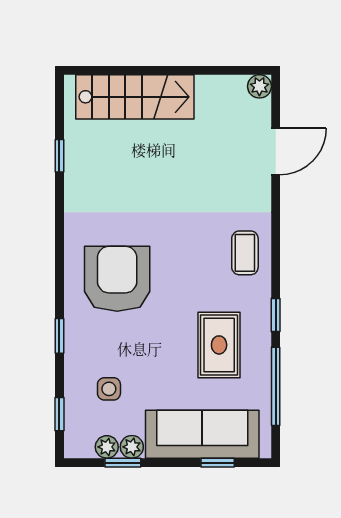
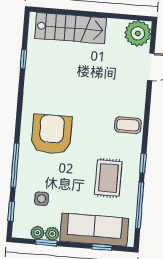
plant: (259, 86) -> (138, 33), width x1.87, depth x1.87
coffee table: (245, 253) -> (128, 125), turned 90
window: (59, 336) -> (15, 165), width x2.17

